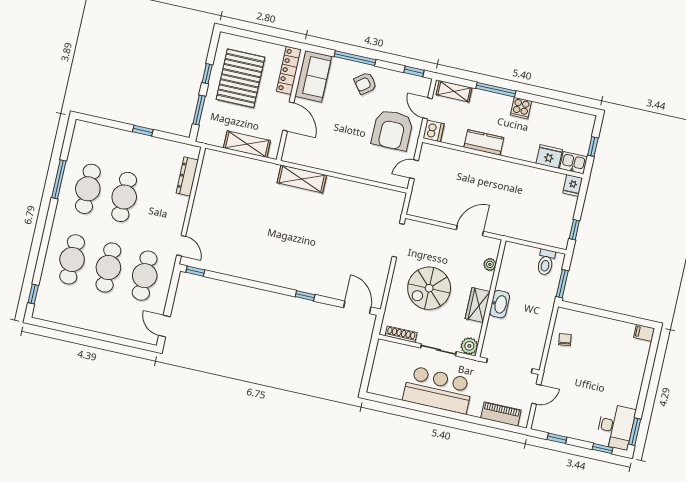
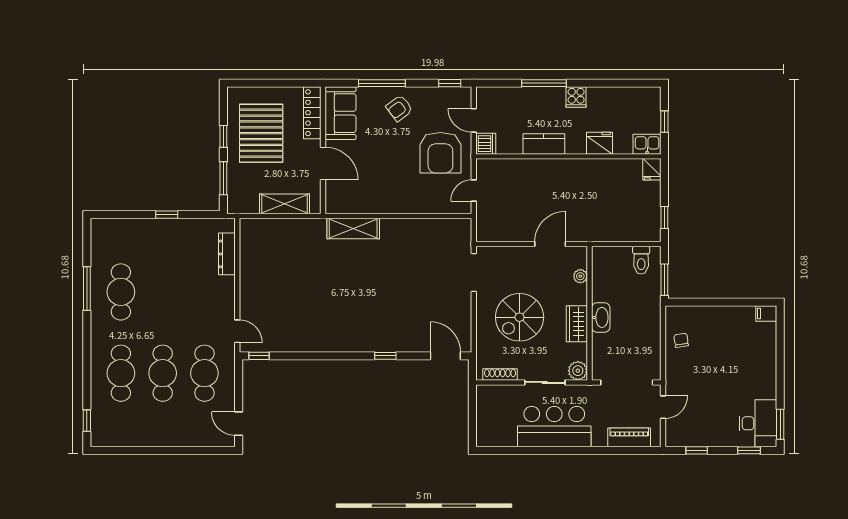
shelving: (454, 91) -> (499, 95), removed
fridge: (549, 156) -> (599, 143), moved
cafe table: (124, 197) -> (163, 292), removed

